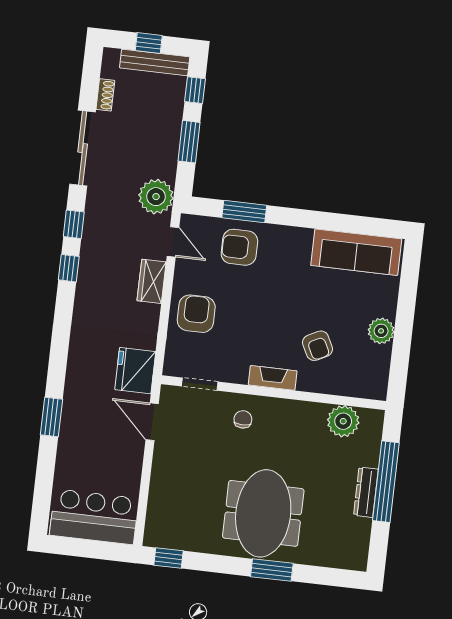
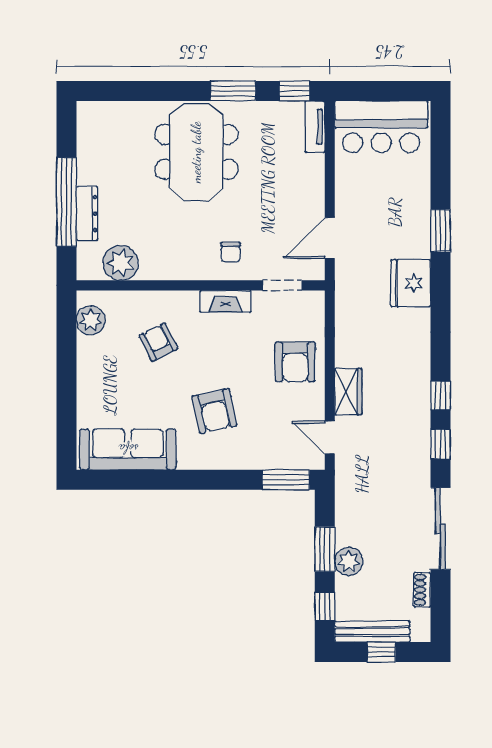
plant: (156, 197) -> (349, 561), moved, width x0.73, depth x0.73
window: (244, 212) -> (286, 480), moved
armchair: (239, 247) -> (214, 411), moved, turned 78
plant: (381, 331) -> (91, 320), moved
fridge: (135, 371) -> (411, 283), moved, turned 180
fireplace: (273, 378) -> (226, 301), moved
door: (152, 422) -> (330, 238), swing flipped
dresser: (366, 492) -> (87, 214), moved
tv unit: (154, 524) -> (315, 127), added
window: (272, 570) -> (233, 91), moved

